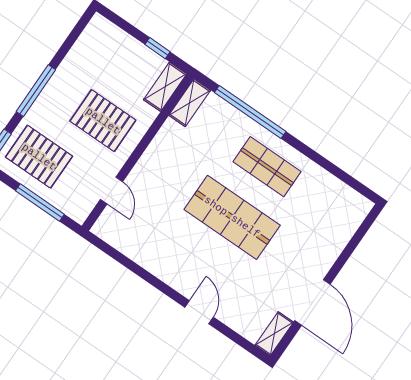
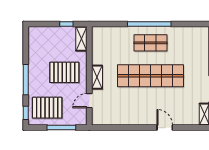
shelving: (190, 103) -> (97, 77), moved
window: (250, 112) -> (149, 24), moved
door: (112, 190) -> (89, 101), swing flipped
shop shelf: (232, 217) -> (150, 76), width x1.40

